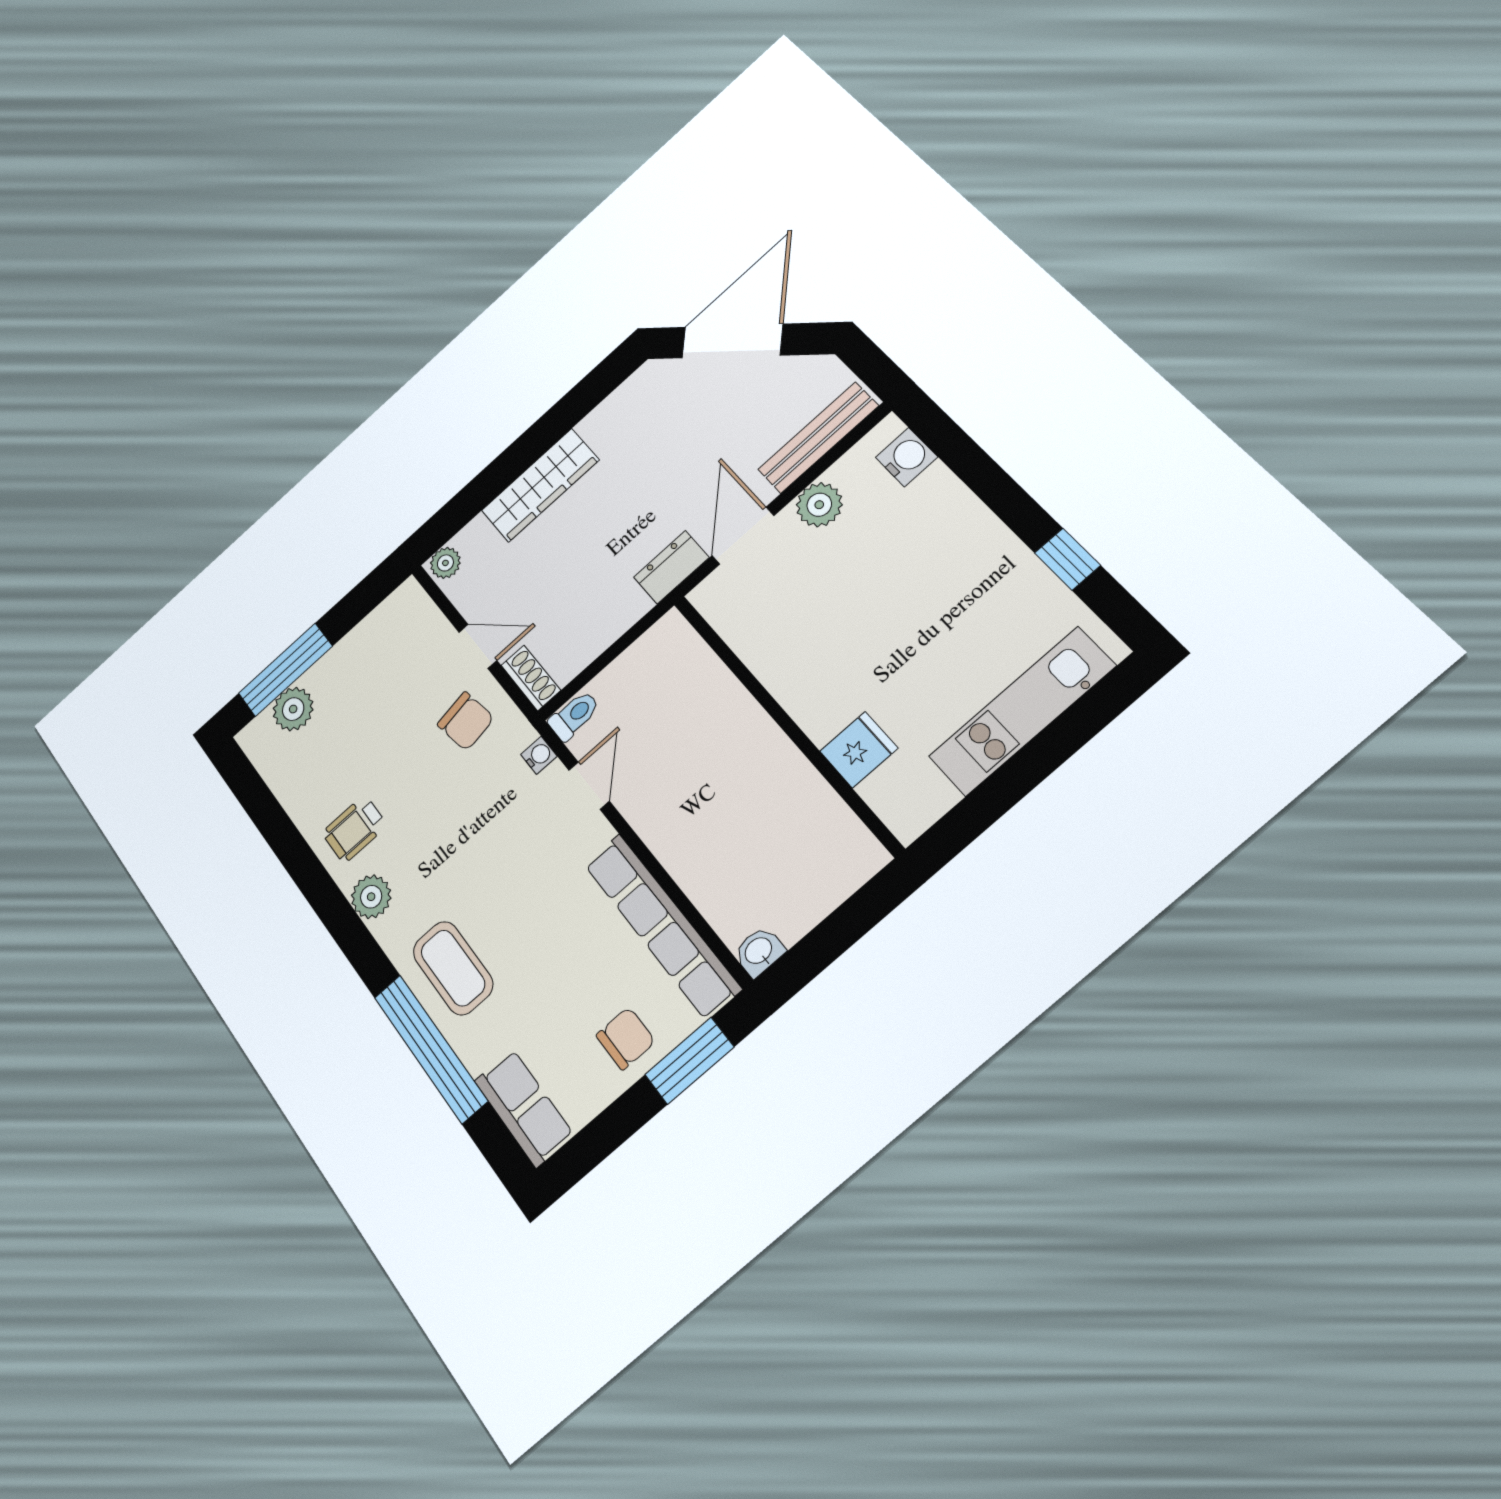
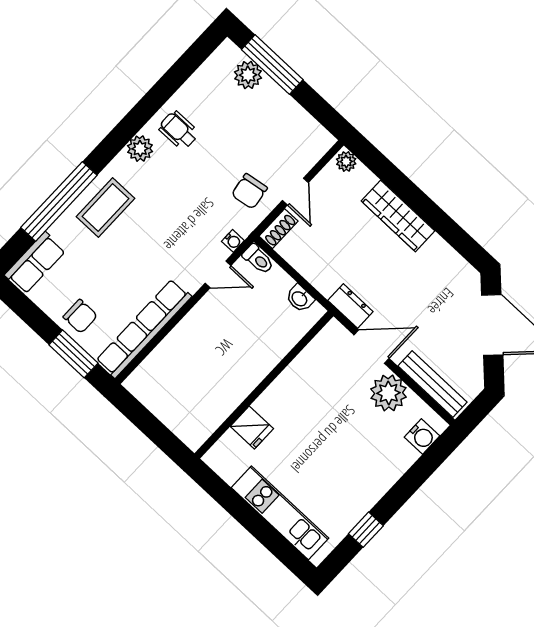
plant: (819, 505) -> (389, 393), width x1.36, depth x1.36
washbasin: (759, 951) -> (300, 298), moved, turned 180

